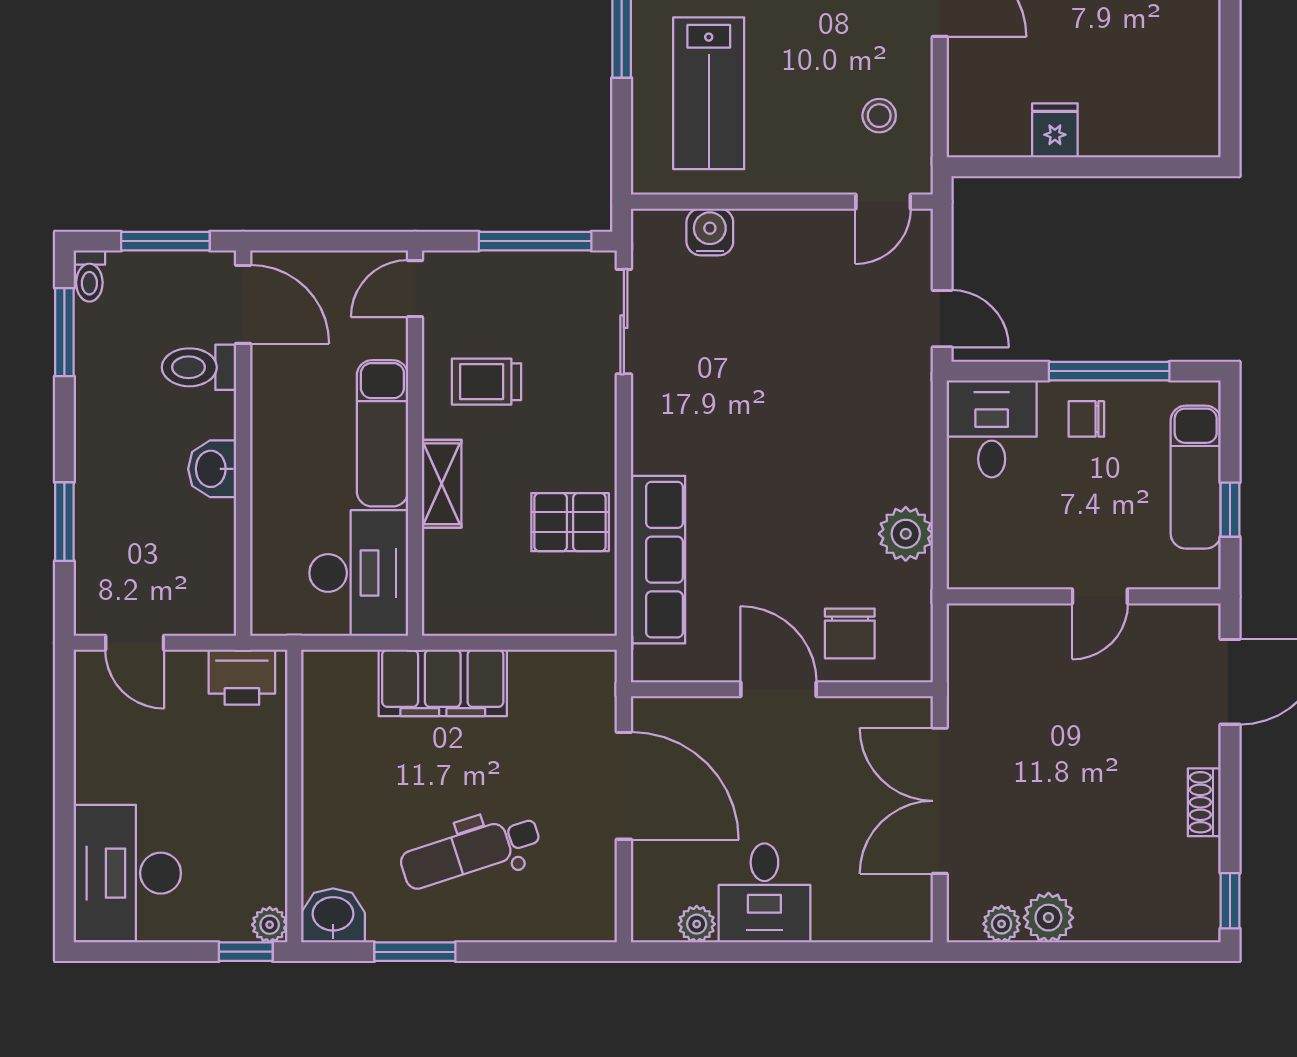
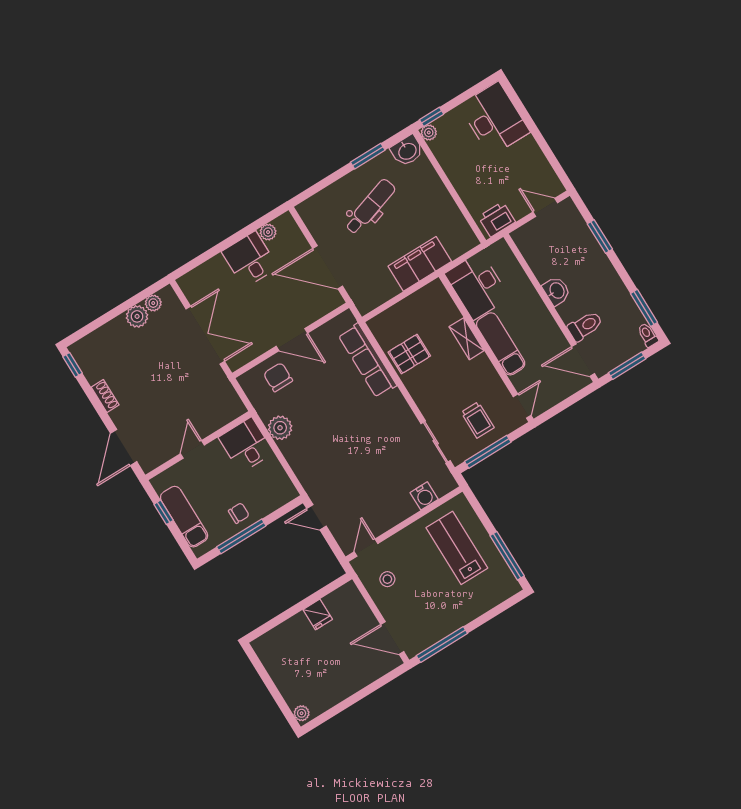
trolley: (486, 382) -> (478, 420), moved, turned 90
desk: (992, 429) -> (246, 445), moved, turned 180

